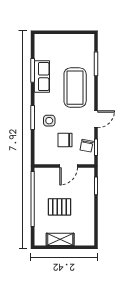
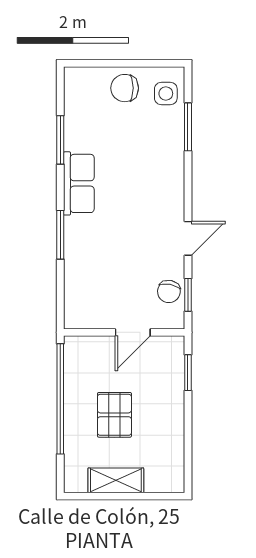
row of seats: (42, 76) -> (79, 183), moved
coffee table: (75, 88) -> (146, 175), removed
side table: (49, 121) -> (166, 94), moved
chair: (65, 140) -> (125, 88), moved
pallet: (60, 207) -> (114, 415), turned 90

